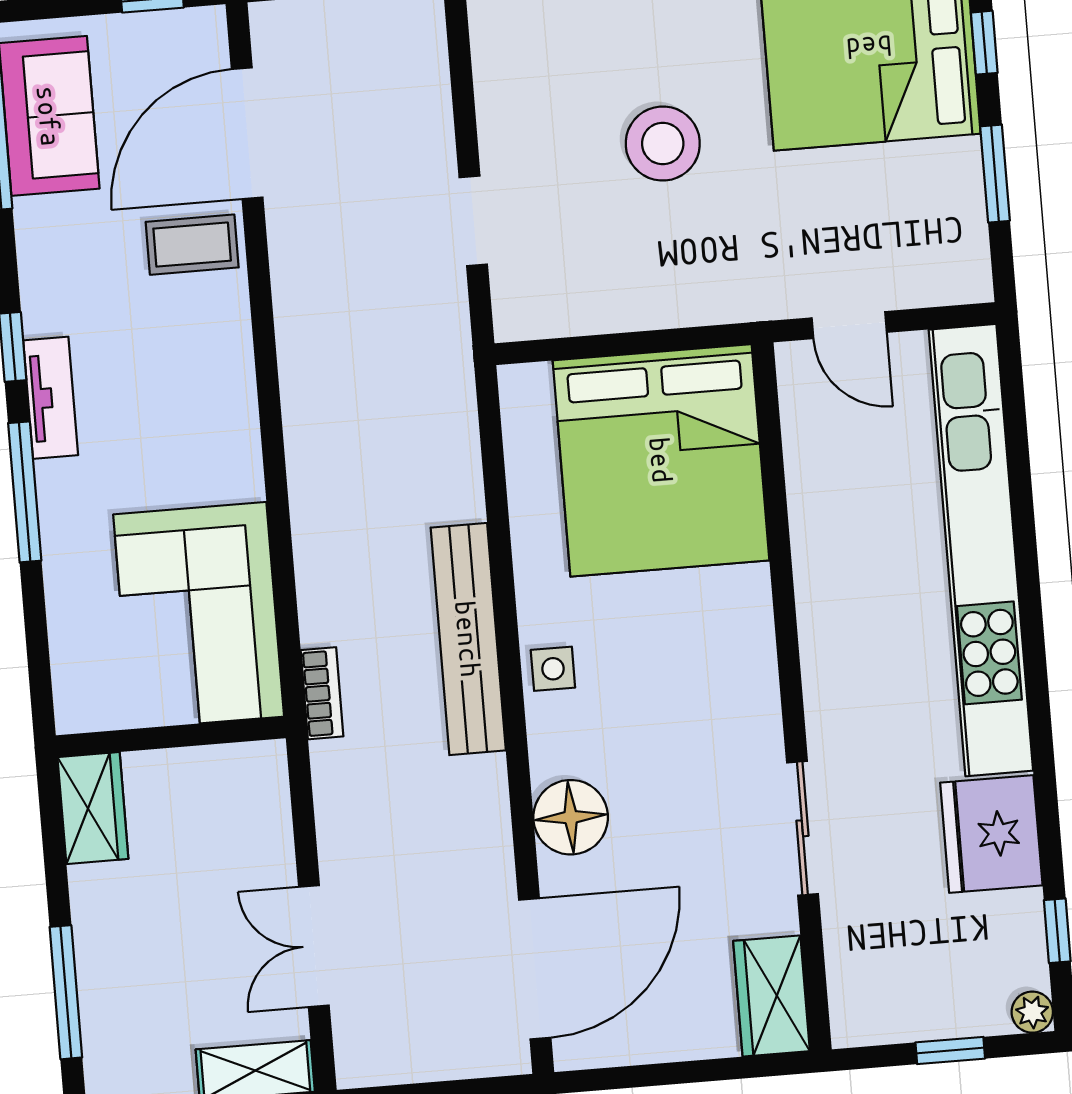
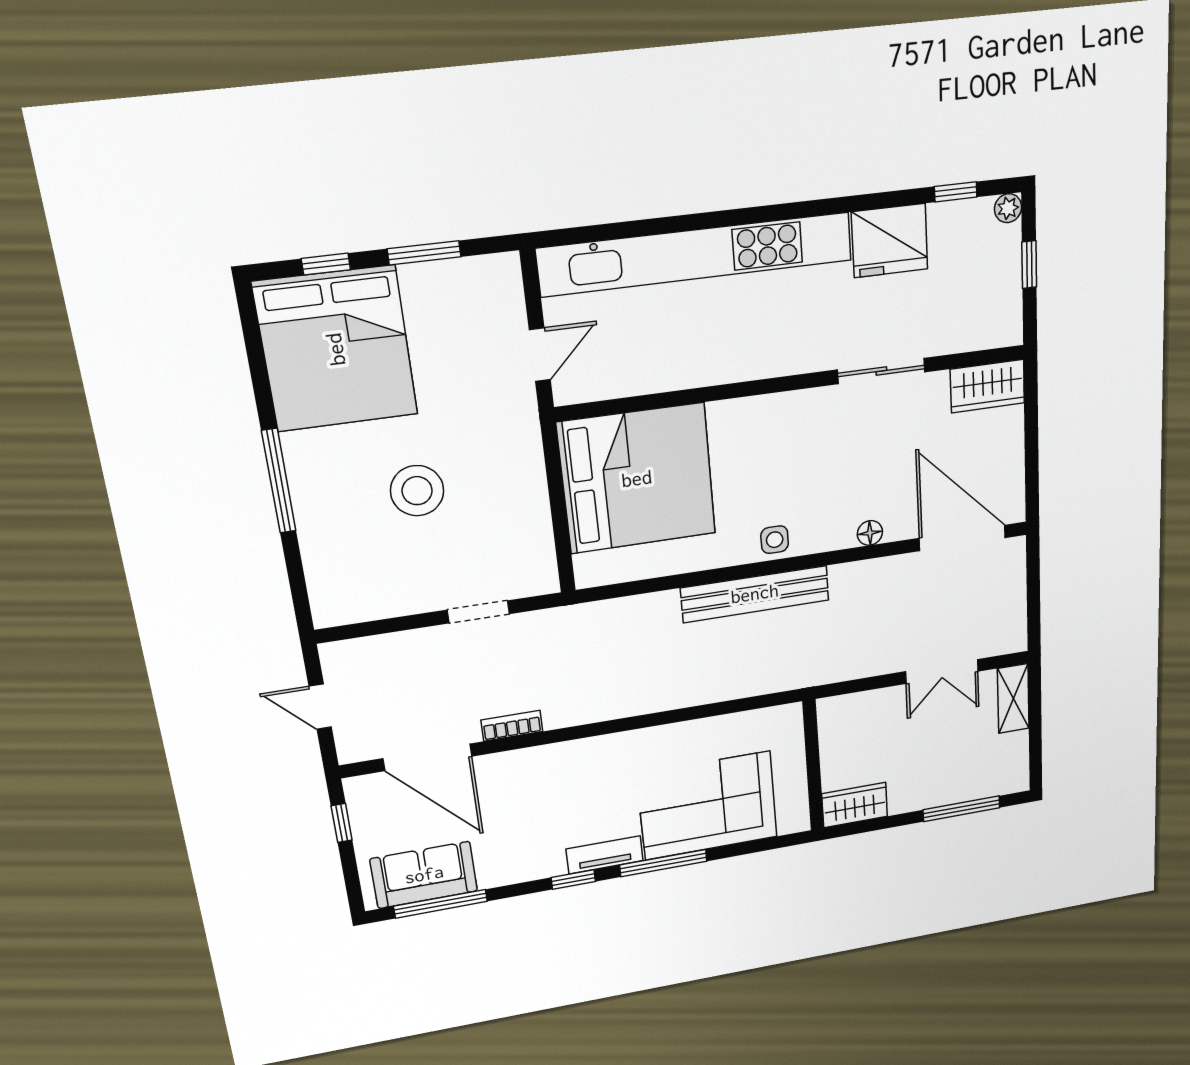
coffee table: (192, 245) -> (503, 783), removed
corner sofa: (199, 615) -> (708, 806), moved, turned 180
bookcase: (322, 693) -> (512, 726), moved
floor lamp: (571, 817) -> (870, 533), width x0.53, depth x0.53

